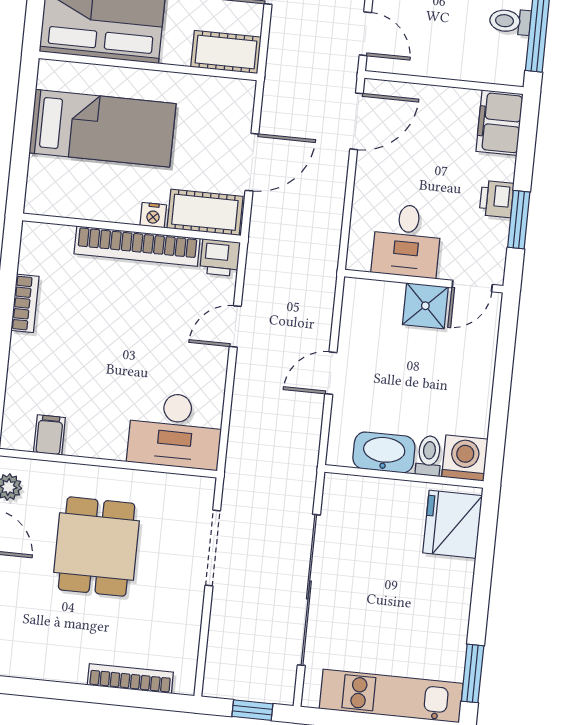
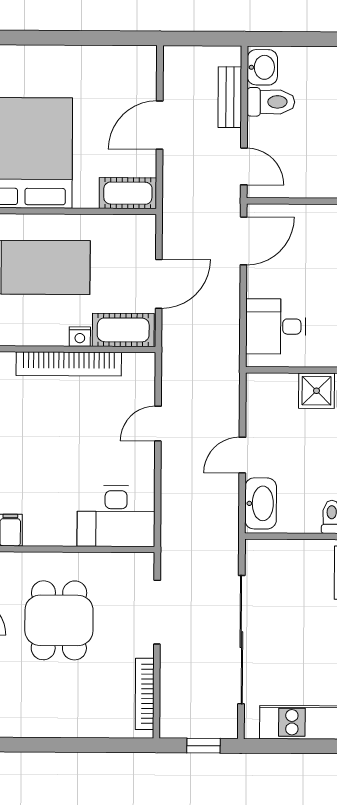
desk: (407, 241) -> (276, 326), moved, turned 90
printer: (220, 258) -> (140, 367), removed
washbasin: (384, 452) -> (261, 503), moved, turned 90
bookcase: (130, 679) -> (145, 694), moved, turned -90

